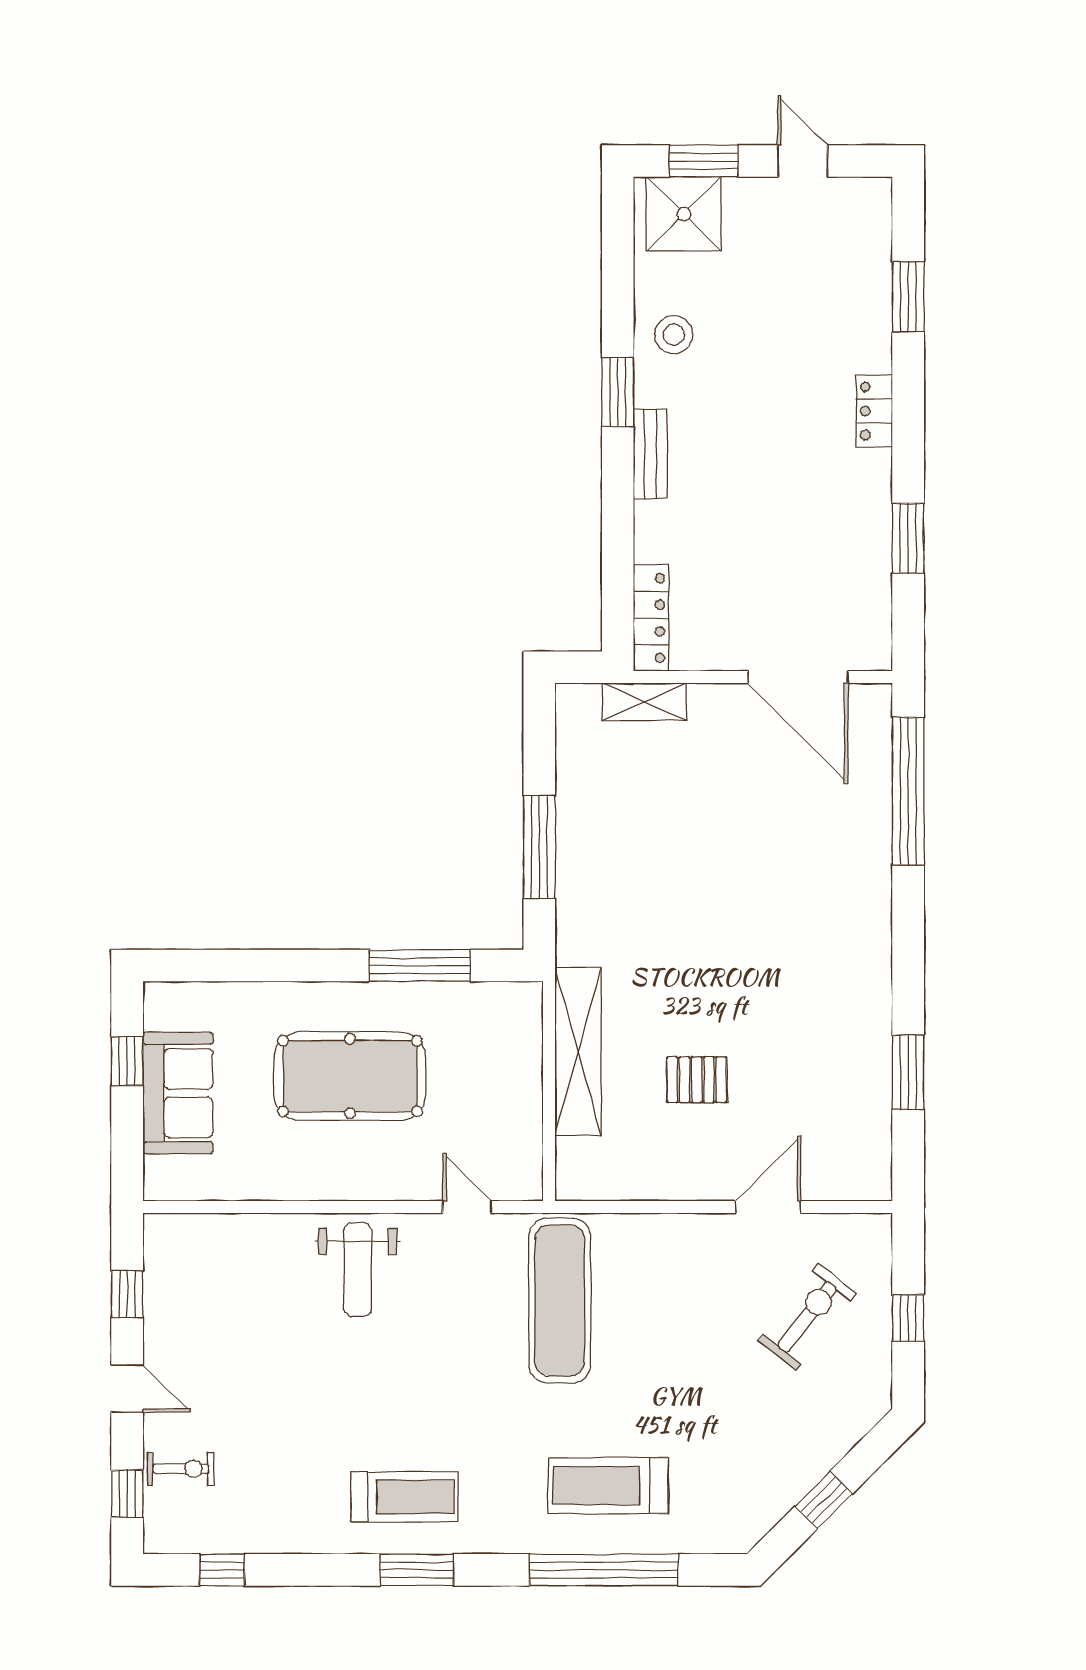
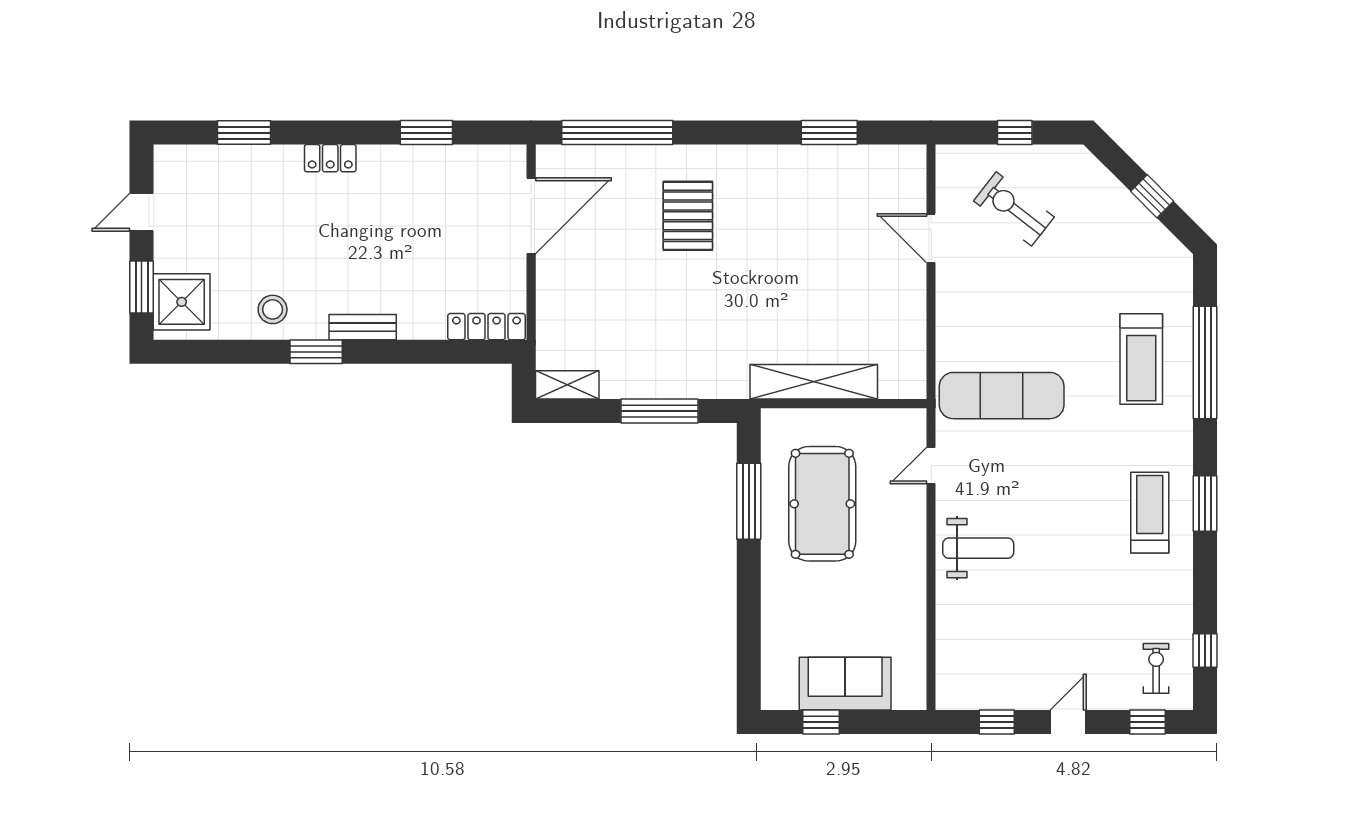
shelving: (644, 702) -> (567, 385), moved, turned 90
pool table: (350, 1076) -> (822, 504), moved
pallet: (697, 1080) -> (688, 216), moved, width x1.50, depth x1.42
exercise bike: (181, 1469) -> (1156, 668), moved

